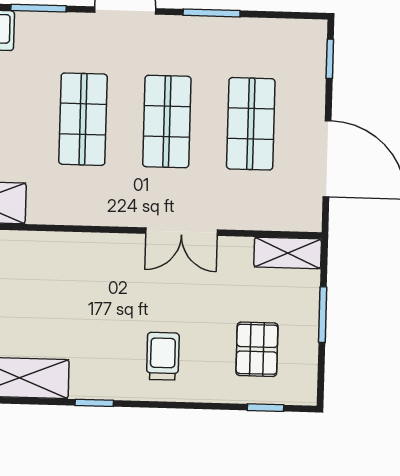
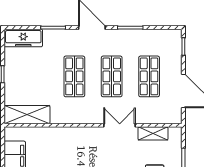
double door: (181, 232) -> (120, 125), swing flipped
shelving: (288, 253) -> (153, 133), moved

